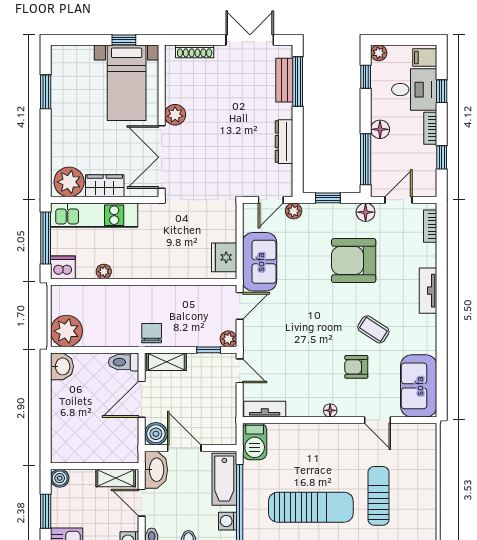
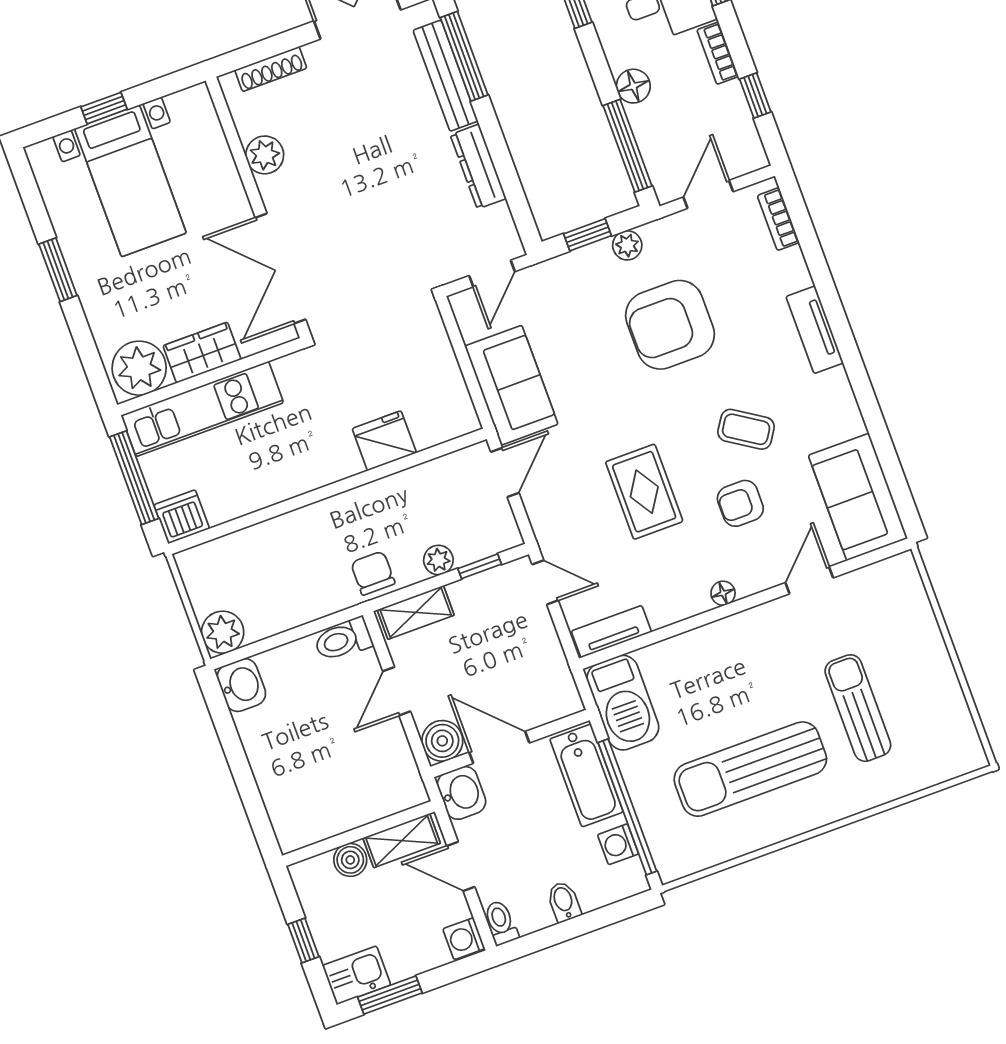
window: (124, 40) -> (104, 108), moved
bench: (284, 80) -> (446, 76), width x1.36
bed with nightstands: (127, 83) -> (130, 181), moved
window: (46, 92) -> (58, 270), moved
plant: (175, 115) -> (265, 155), moved
plant: (294, 211) -> (627, 245), moved
floor lamp: (366, 212) -> (660, 236), removed
fridge: (224, 257) -> (384, 441), moved, turned 90
plant: (104, 272) -> (253, 498), removed
plant: (66, 331) -> (223, 632), width x0.73, depth x0.73
plant: (228, 339) -> (438, 560), moved
rug: (308, 342) -> (644, 492), added
door: (142, 399) -> (397, 691), width x0.73
door: (377, 420) -> (809, 580), swing flipped
barbecue: (255, 441) -> (623, 703), width x1.37, depth x1.21
washbasin: (156, 470) -> (462, 793), width x0.72
boiler: (60, 478) -> (350, 860), moved
sun lounger: (311, 507) -> (750, 769), turned 180
window: (46, 511) -> (303, 941), width x0.67

